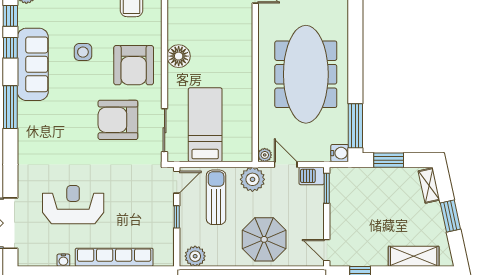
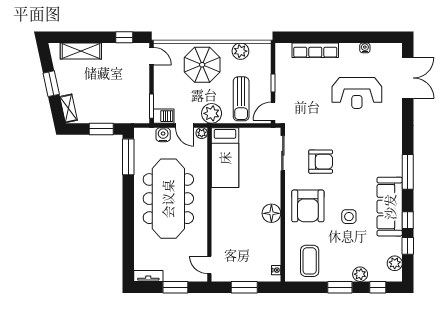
armchair: (134, 65) -> (308, 206), turned 180
armchair: (118, 120) -> (321, 162), width x0.73, depth x0.73
bed: (205, 125) -> (225, 158), moved
water cooler: (340, 153) -> (163, 135), moved, turned 90
plant: (195, 256) -> (240, 51), moved
row of seats: (114, 257) -> (315, 50), width x0.73

